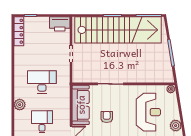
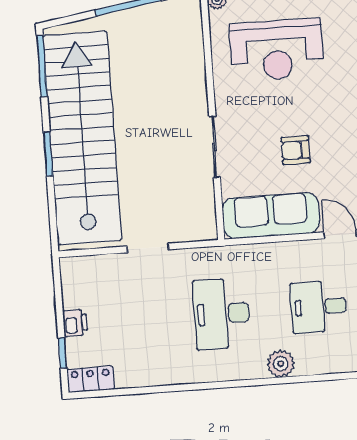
printer: (60, 24) -> (75, 323), moved, width x0.53, depth x0.68
locker: (19, 31) -> (91, 379), width x0.66
reception desk: (148, 112) -> (277, 50), turned 180

